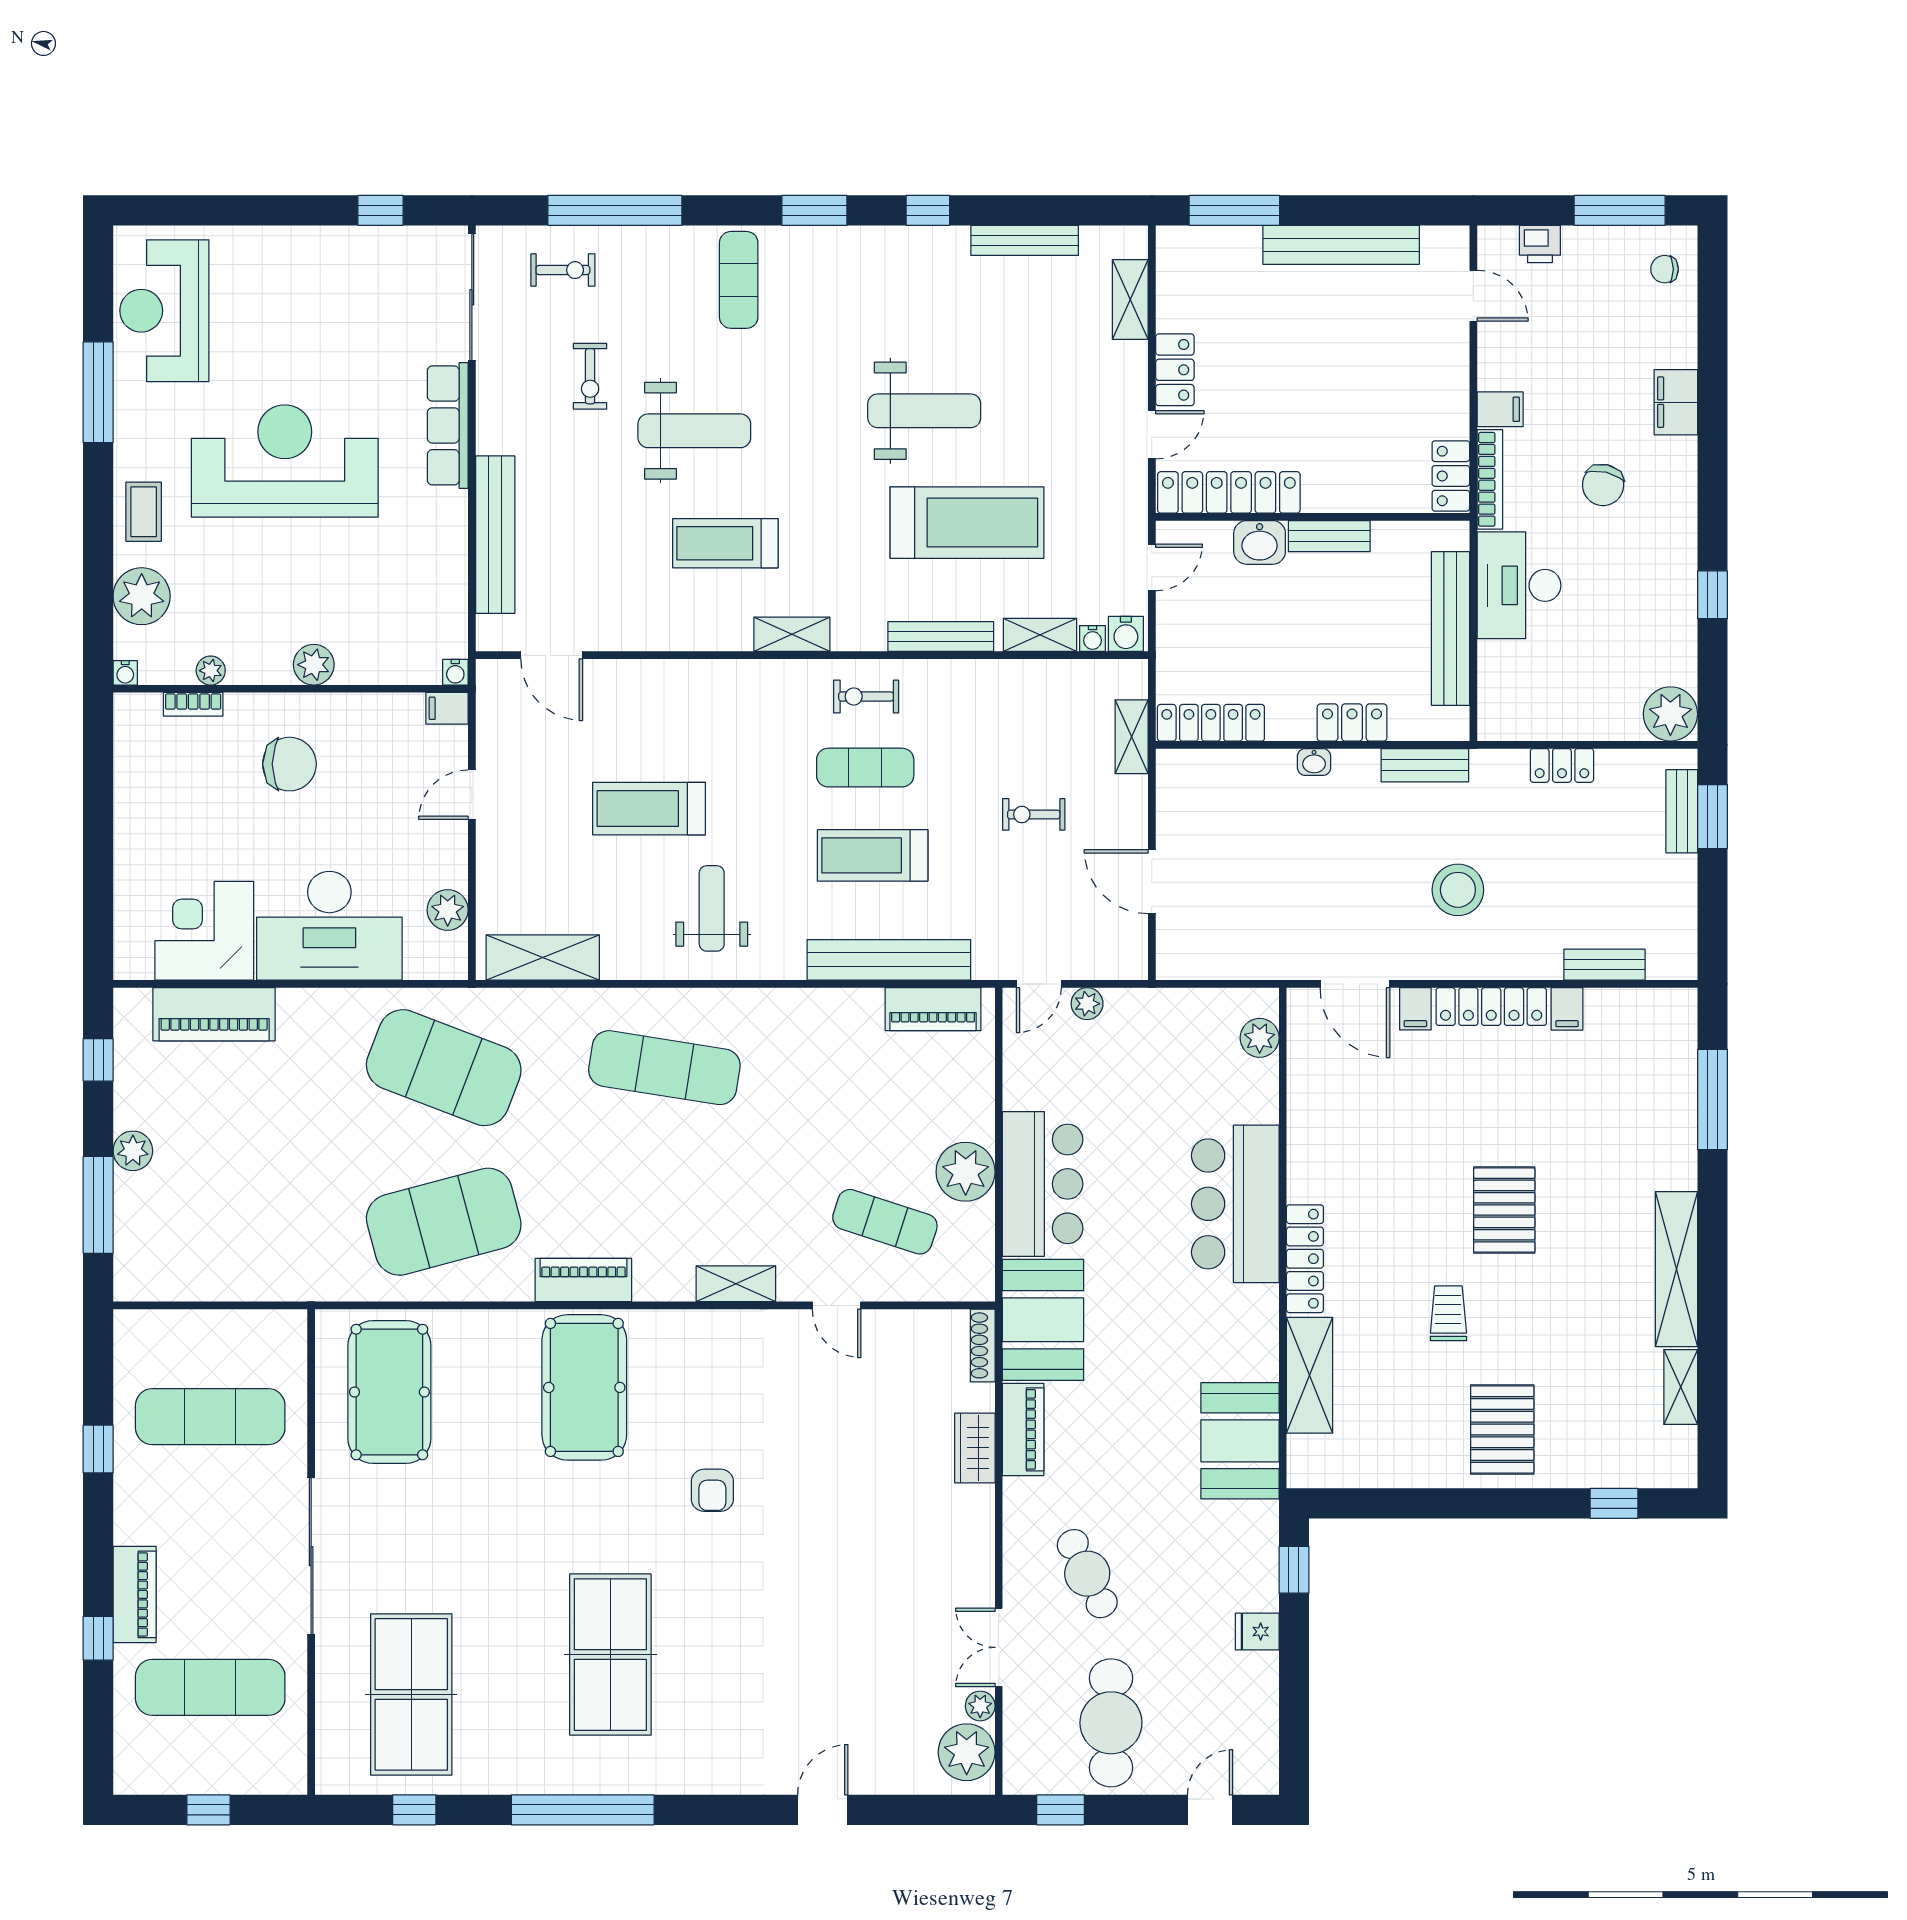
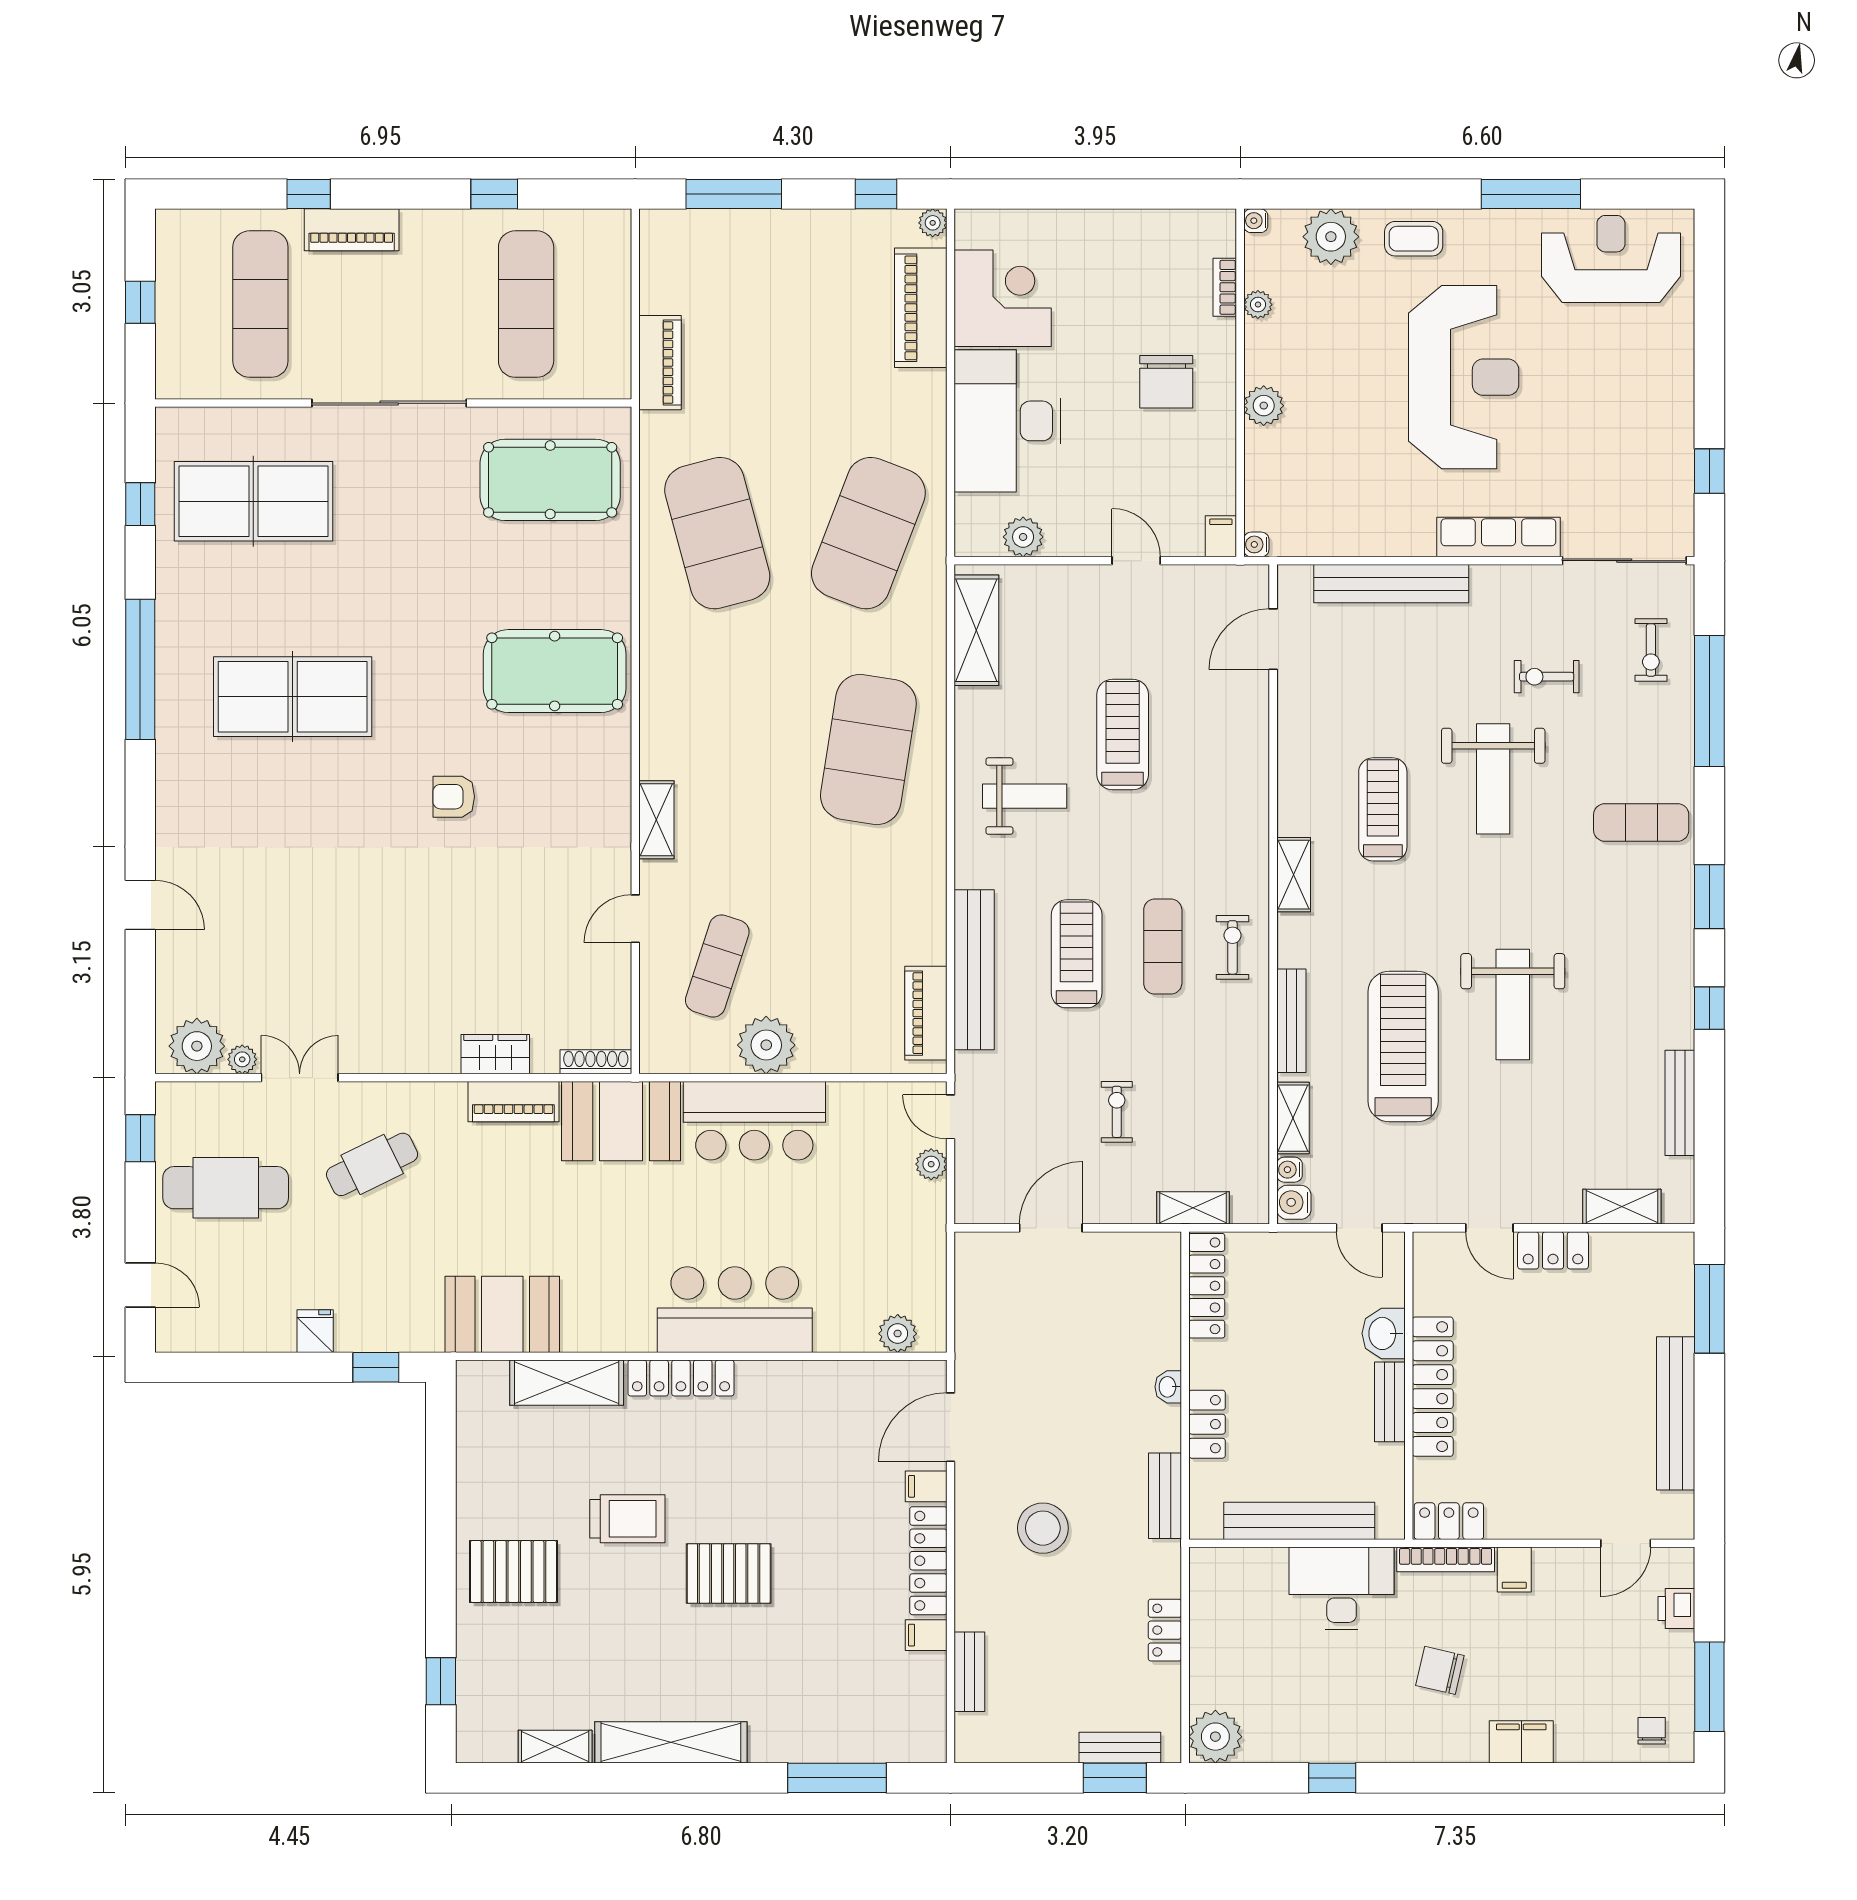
locker: (1229, 492) -> (1433, 1387), moved
treadmill: (967, 523) -> (1403, 1046), turned 180
exercise mat: (664, 1068) -> (868, 750), width x1.47
plant: (133, 1151) -> (933, 223), moved, width x0.73, depth x0.73
piano: (583, 1280) -> (660, 363), moved
trolley: (1448, 1313) -> (627, 1519), width x1.36, depth x1.39

